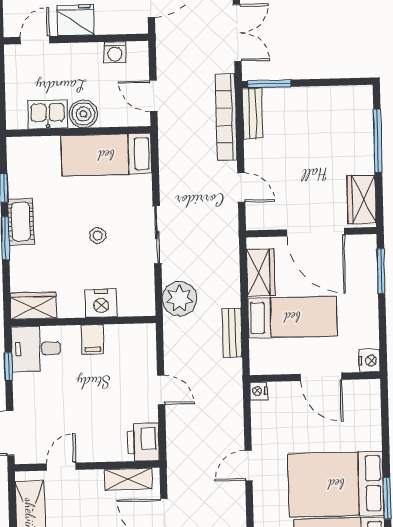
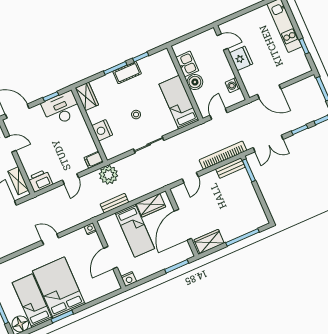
plant: (180, 299) -> (109, 175), moved
filing cabinet: (93, 339) -> (94, 160), moved
desk: (36, 349) -> (61, 109), width x1.37

